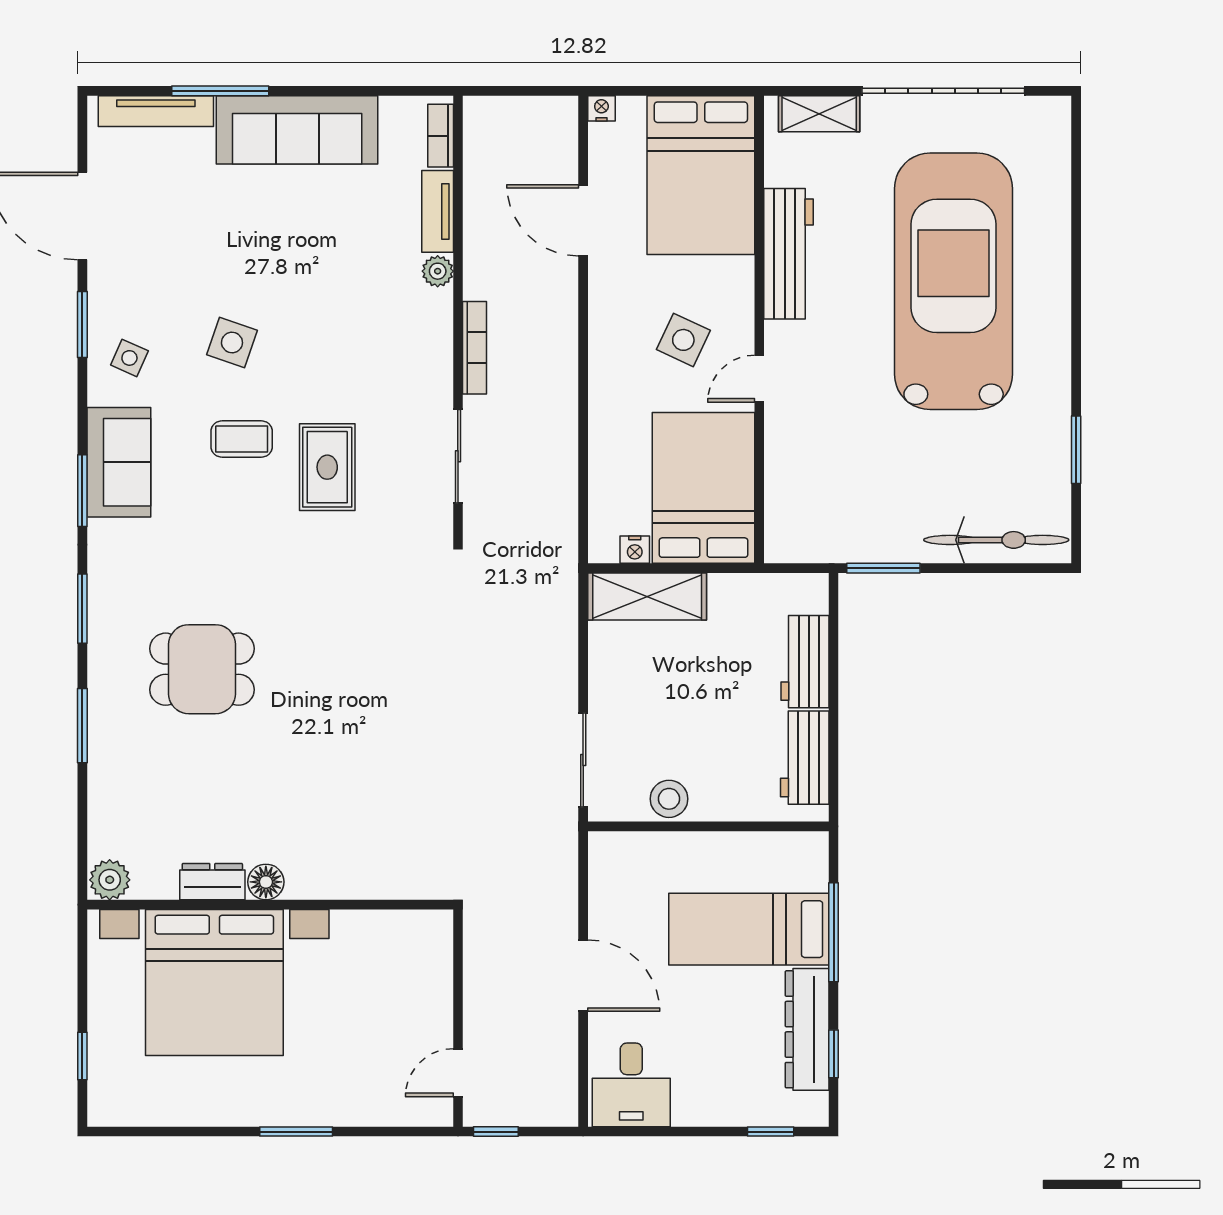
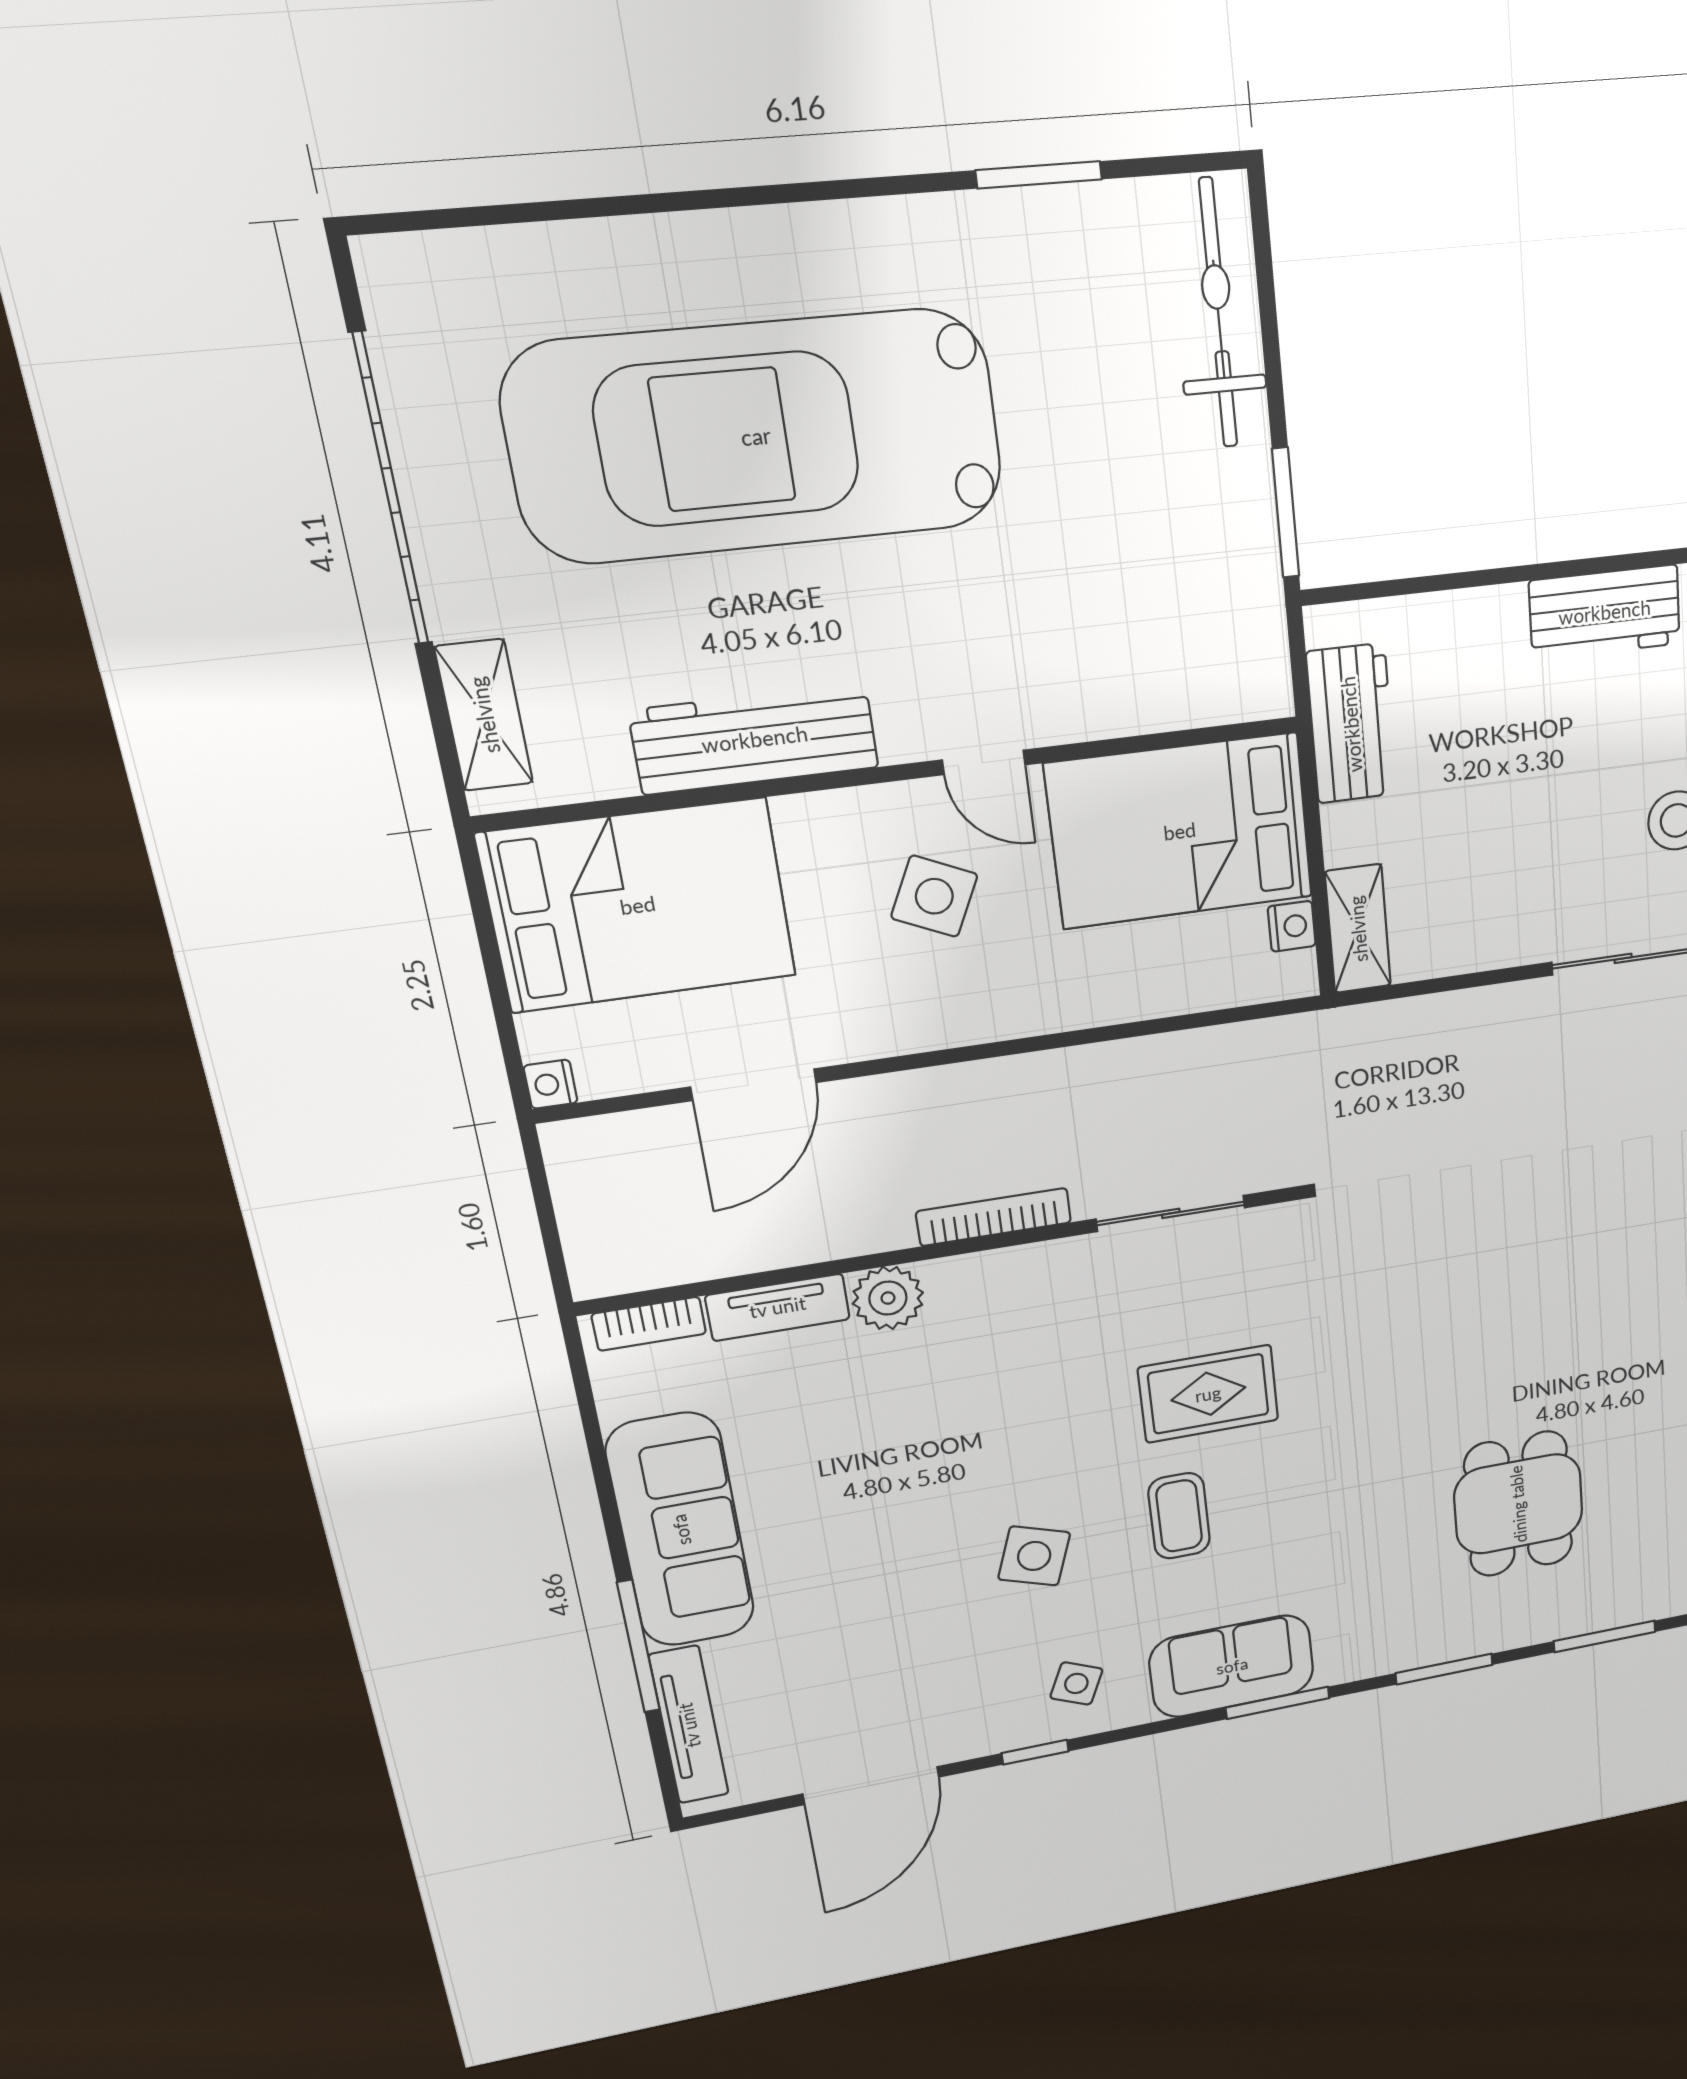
plant: (438, 271) -> (888, 1298), width x1.38, depth x1.38
window: (82, 325) -> (1035, 1752), width x0.67
shelving: (647, 597) -> (1358, 929), width x0.67, depth x0.75
workbench: (805, 662) -> (1351, 724), moved, turned -90

